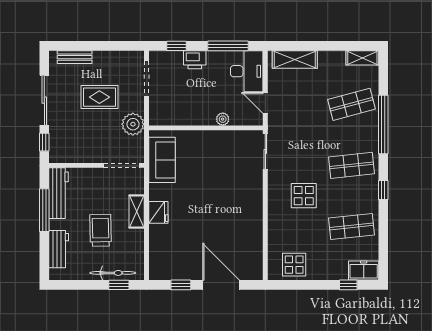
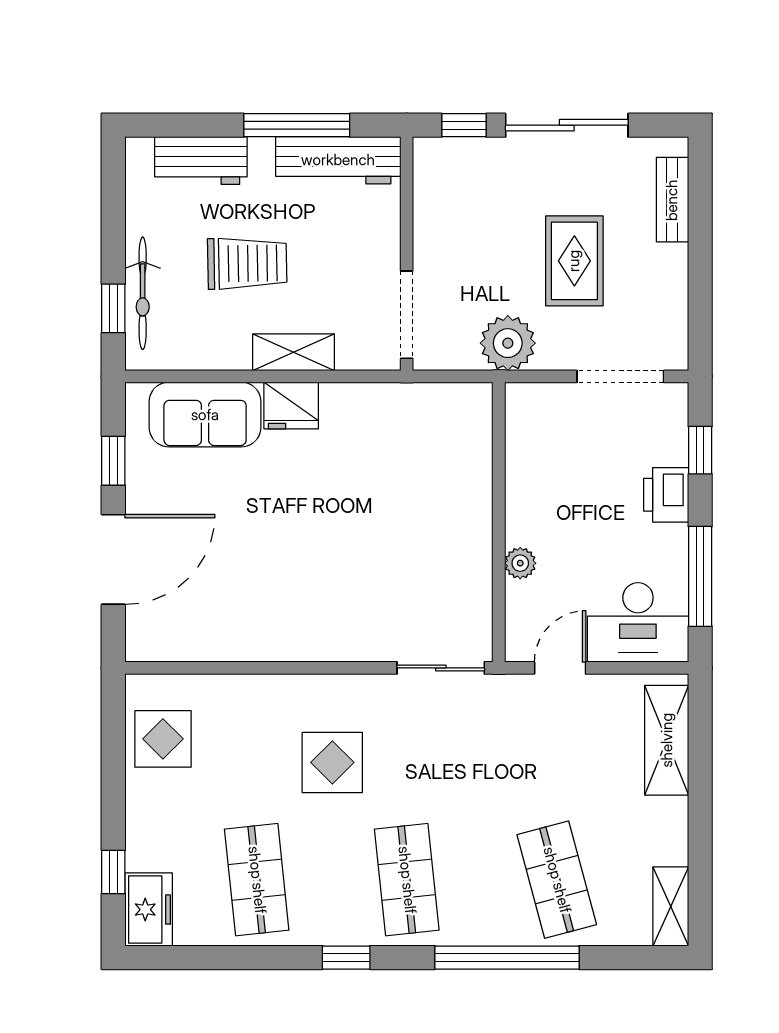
sofa: (162, 160) -> (205, 415), moved

